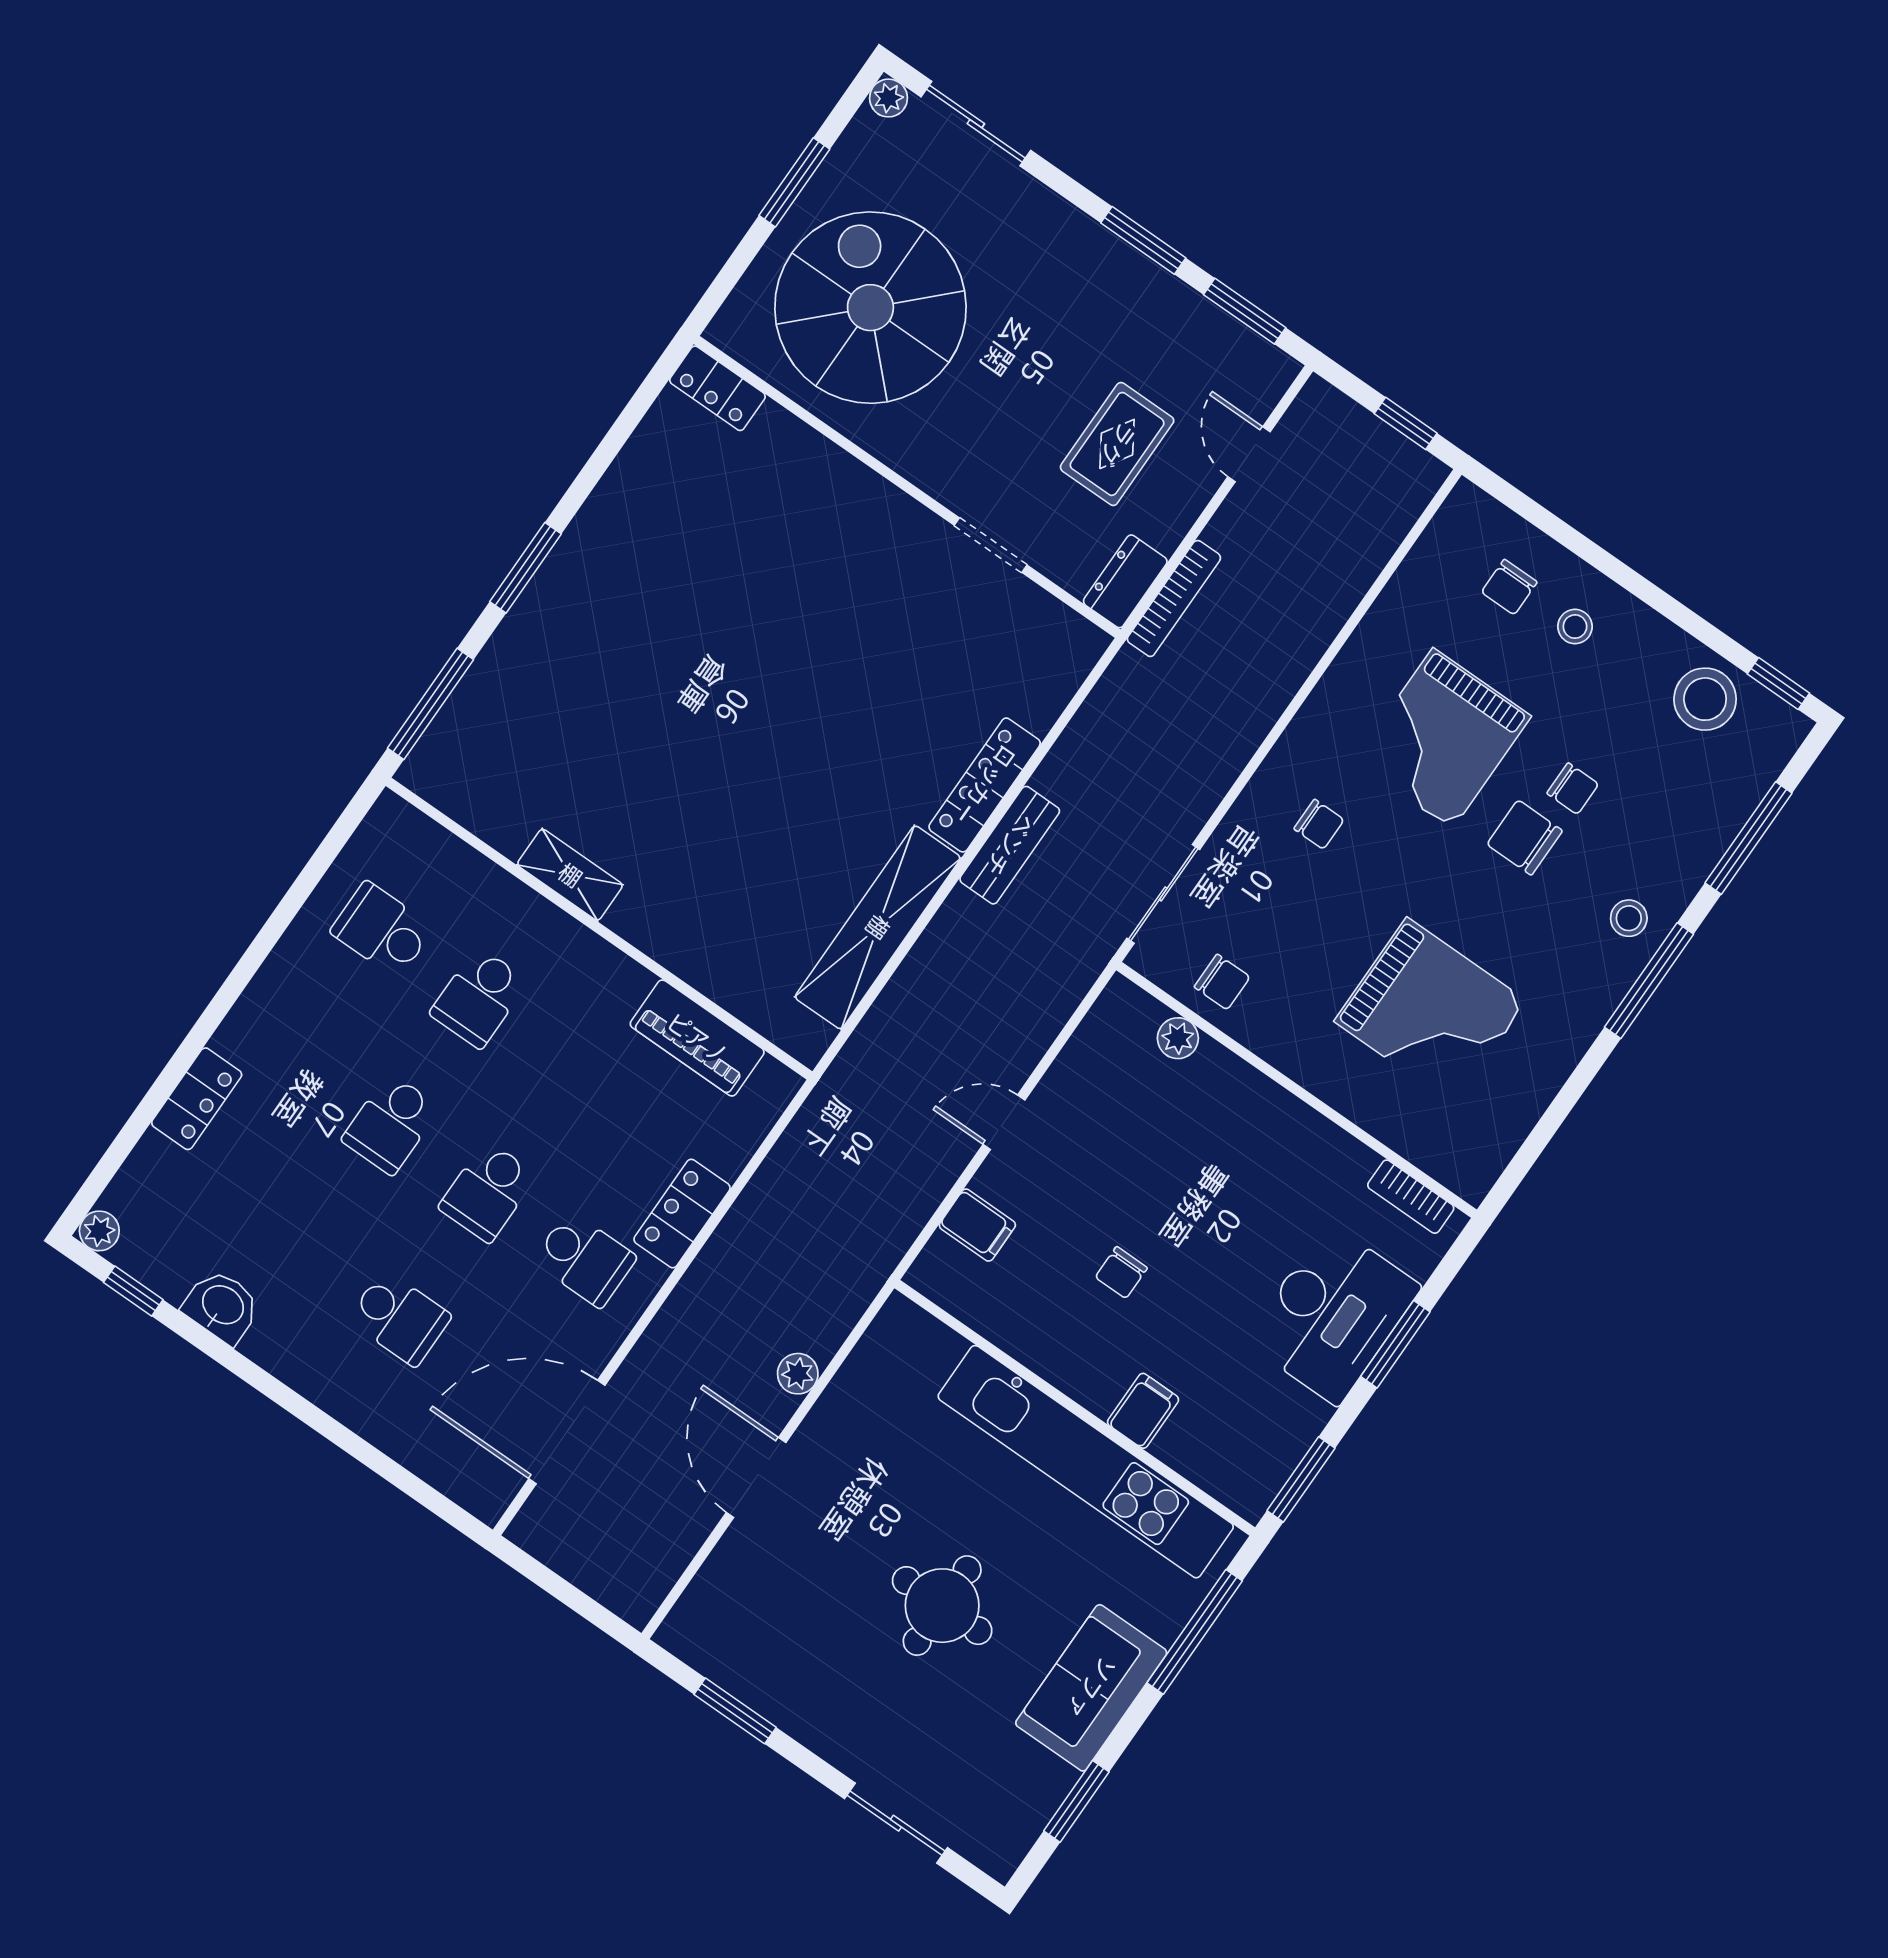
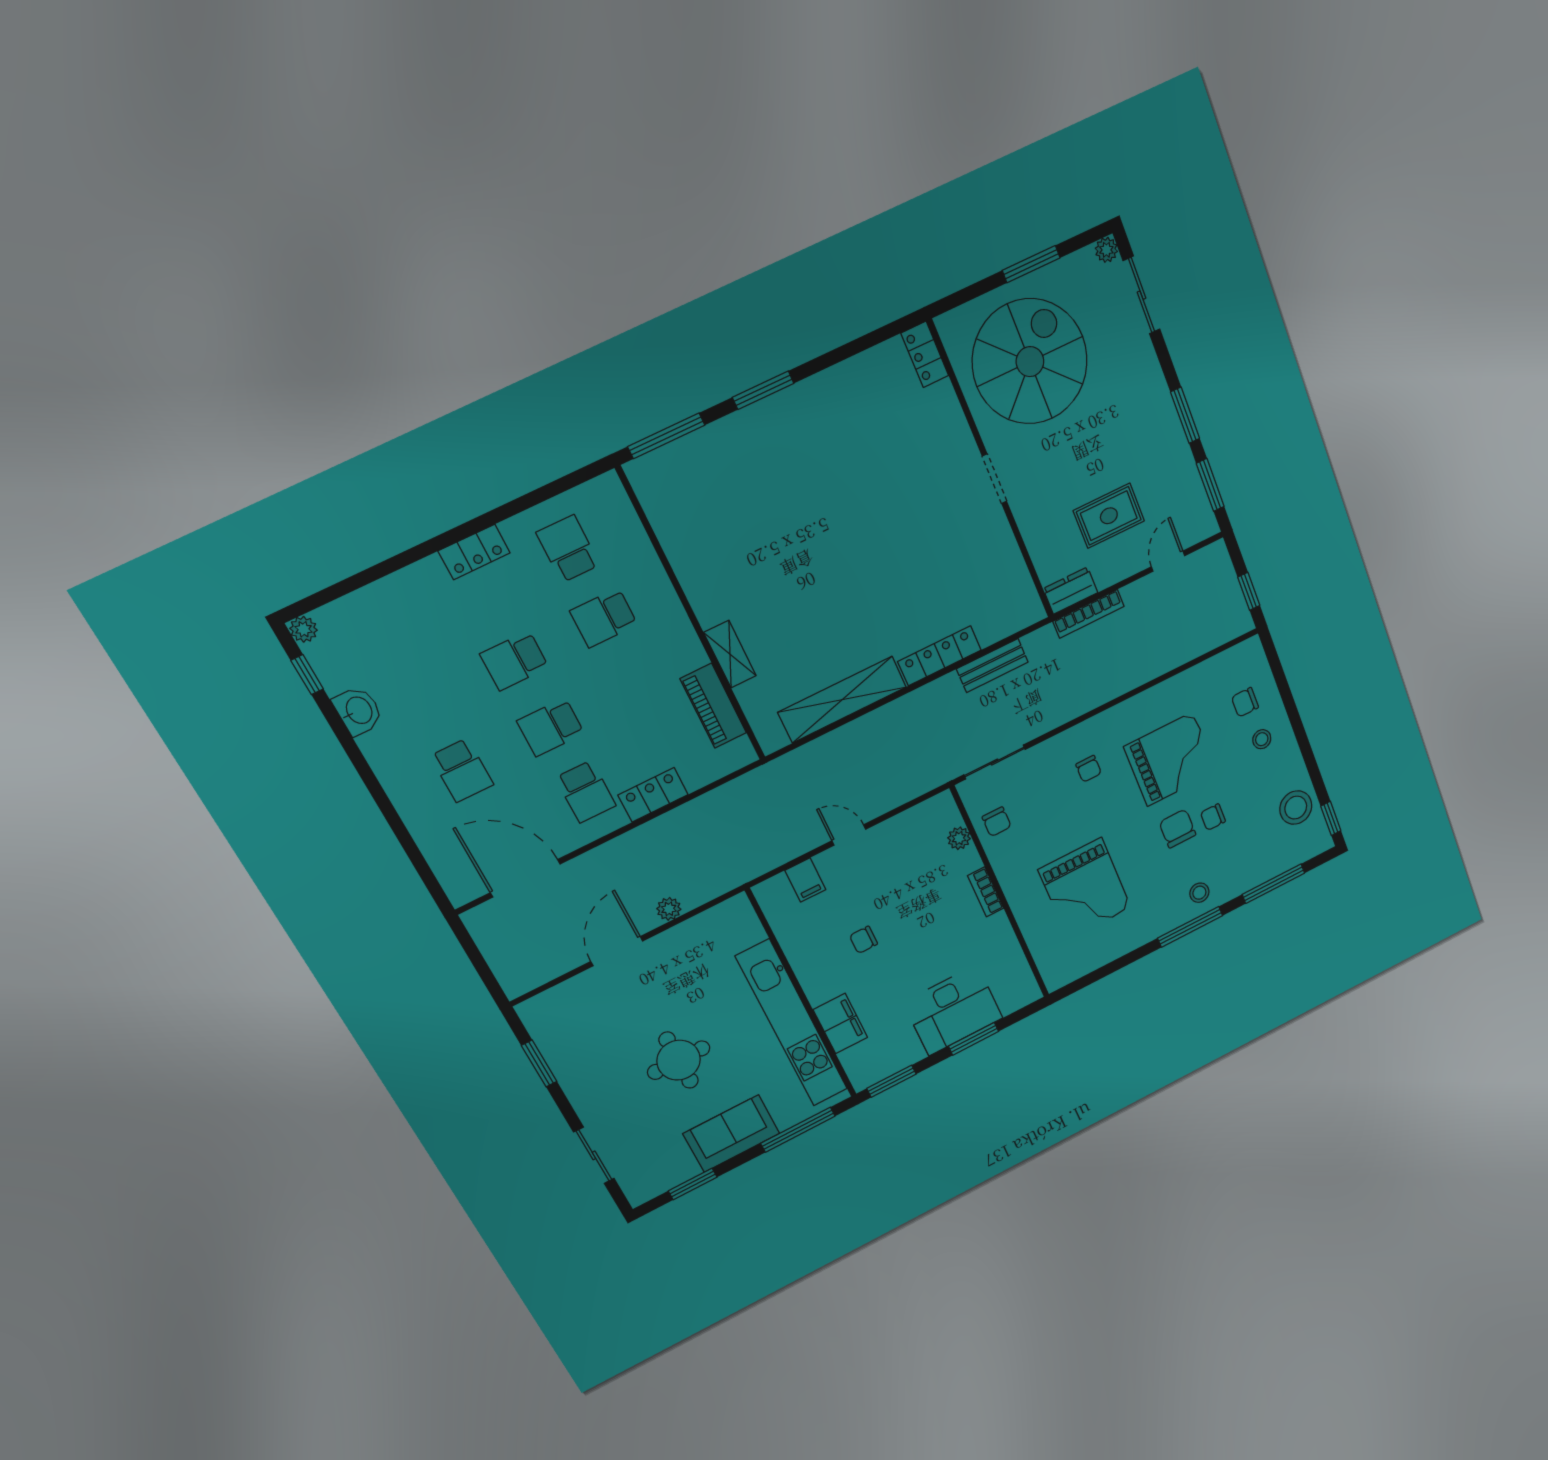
doorway: (991, 545) -> (995, 479), moved
grand piano: (1443, 739) -> (1170, 759), turned 180
chair: (1573, 789) -> (1213, 817), turned 90
bench: (1010, 845) -> (992, 666), moved
shelving: (570, 875) -> (730, 654), moved
locker: (197, 1099) -> (474, 552), moved
bookcase: (1411, 1197) -> (986, 892), moved
filing cabinet: (1143, 1411) -> (840, 1024), width x2.00

